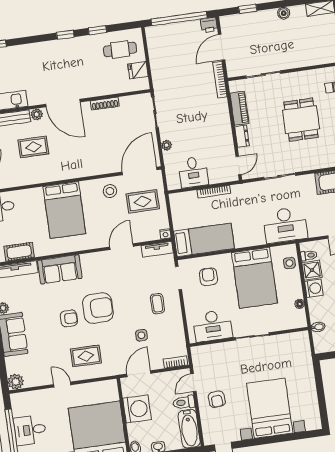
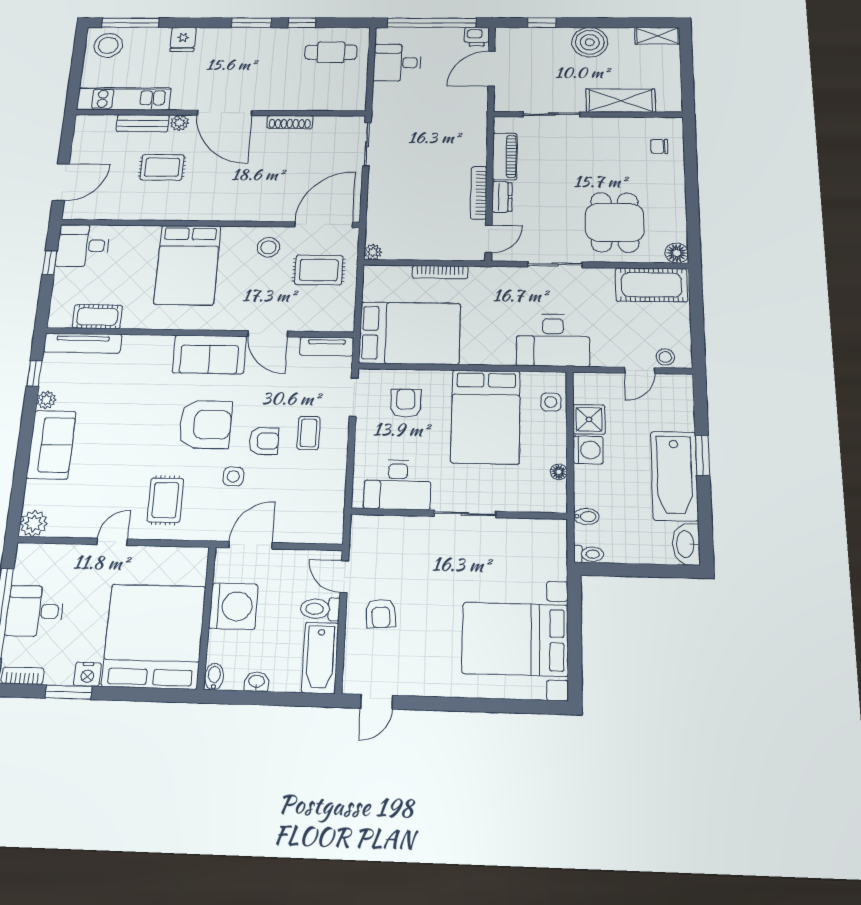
boiler: (284, 13) -> (590, 42), width x1.86, depth x1.86
window: (65, 35) -> (251, 23), width x1.50
shelving: (303, 59) -> (621, 101), added
fridge: (138, 70) -> (183, 39), moved, turned -90
bookcase: (220, 80) -> (479, 193), moved
dining table: (301, 120) -> (615, 222), moved
plant: (167, 145) -> (373, 252), moved
desk: (193, 172) -> (397, 63), moved, turned 90
nightstand: (165, 234) -> (346, 325), removed
bed: (204, 240) -> (410, 333), width x1.50
door: (121, 247) -> (268, 334), swing flipped
toilet: (309, 255) -> (589, 554), moved
sofa: (60, 269) -> (209, 354), moved
armchair: (69, 318) -> (264, 441), moved
side table: (141, 335) -> (233, 476), moved
rug: (86, 356) -> (165, 500), turned 90
bookcase: (175, 362) -> (319, 536), removed
door: (193, 383) -> (344, 577), hinge flipped
door: (62, 385) -> (112, 542), hinge flipped
bed with nightstands: (270, 408) -> (515, 639), moved, turned -90

